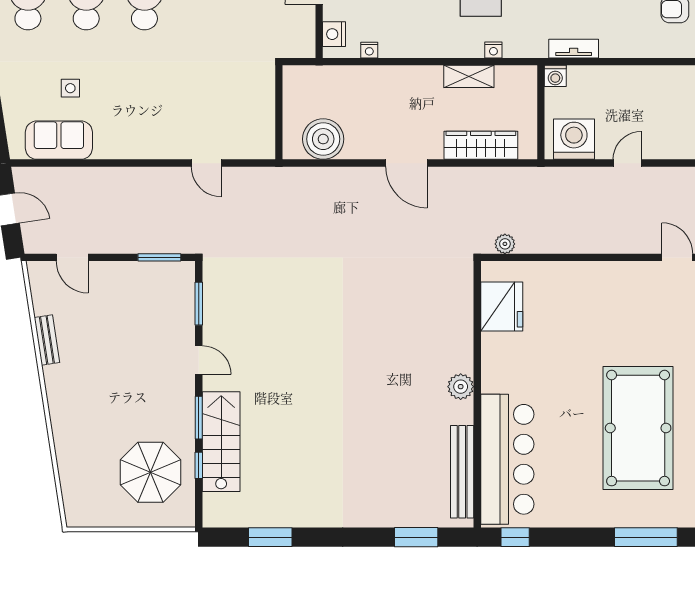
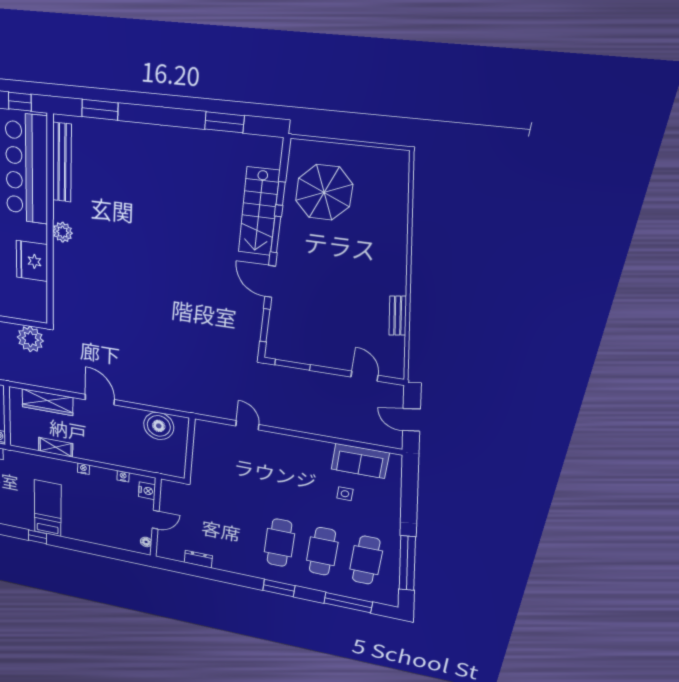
nightstand: (493, 50) -> (83, 469), moved
plant: (505, 244) -> (30, 339), width x1.87, depth x1.87
fridge: (502, 306) -> (32, 261), moved
door: (199, 360) -> (270, 281), width x1.38

